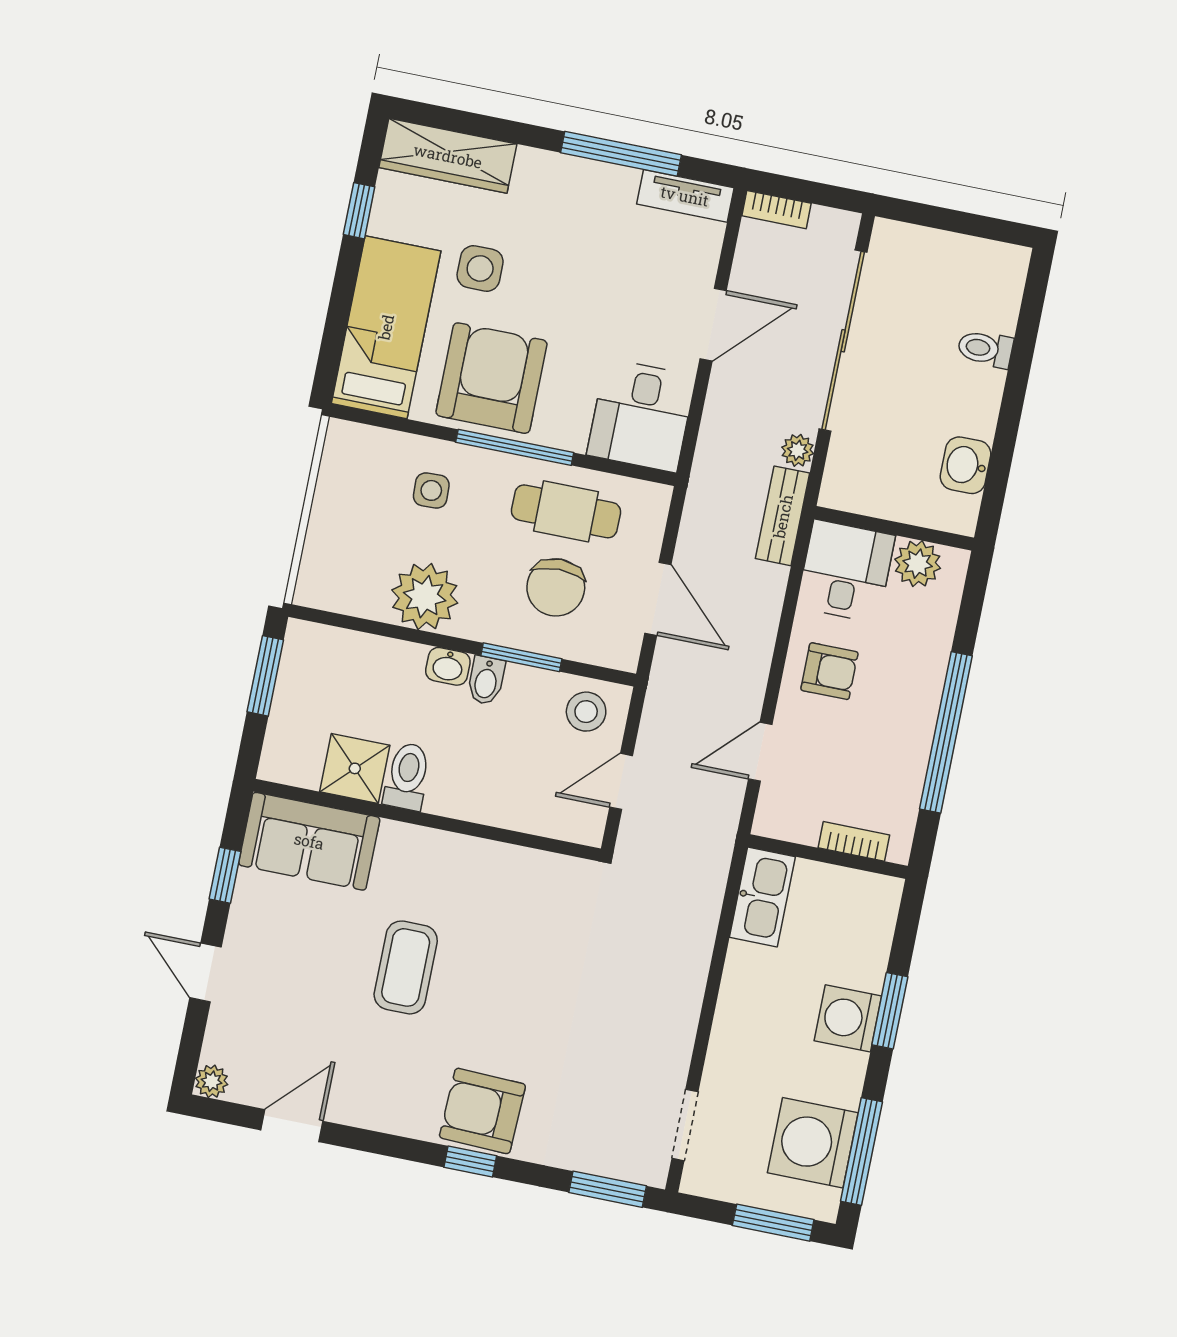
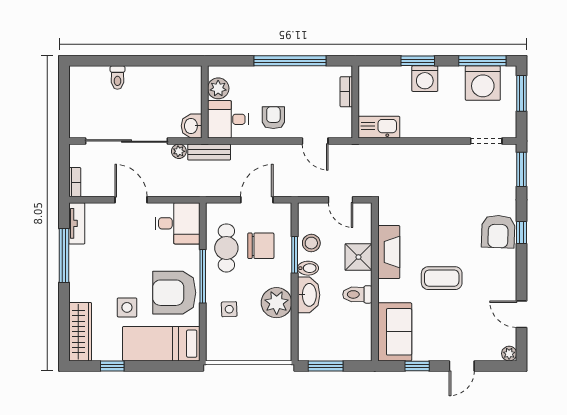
washbasin: (966, 465) -> (192, 126), moved, turned 90
washbasin: (448, 666) -> (309, 295), width x1.91, depth x1.45
stool: (586, 712) -> (311, 243), moved
shower: (355, 768) -> (358, 257), moved
fireplace: (486, 863) -> (389, 252), added

